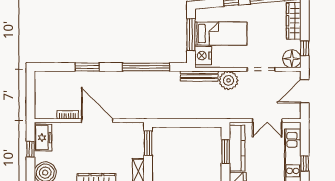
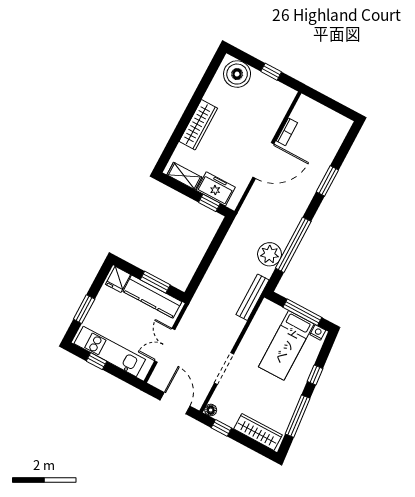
nightstand: (203, 56) -> (318, 332), moved, width x0.53, depth x0.56
floor lamp: (292, 59) -> (211, 410), width x0.53, depth x0.53
plant: (229, 80) -> (270, 254), moved
freezer: (43, 138) -> (216, 189), moved, turned 180
window: (148, 143) -> (209, 203), width x0.67

